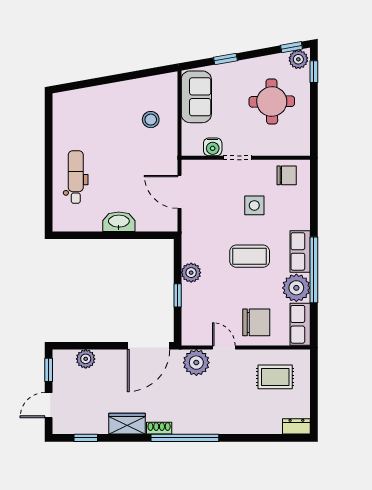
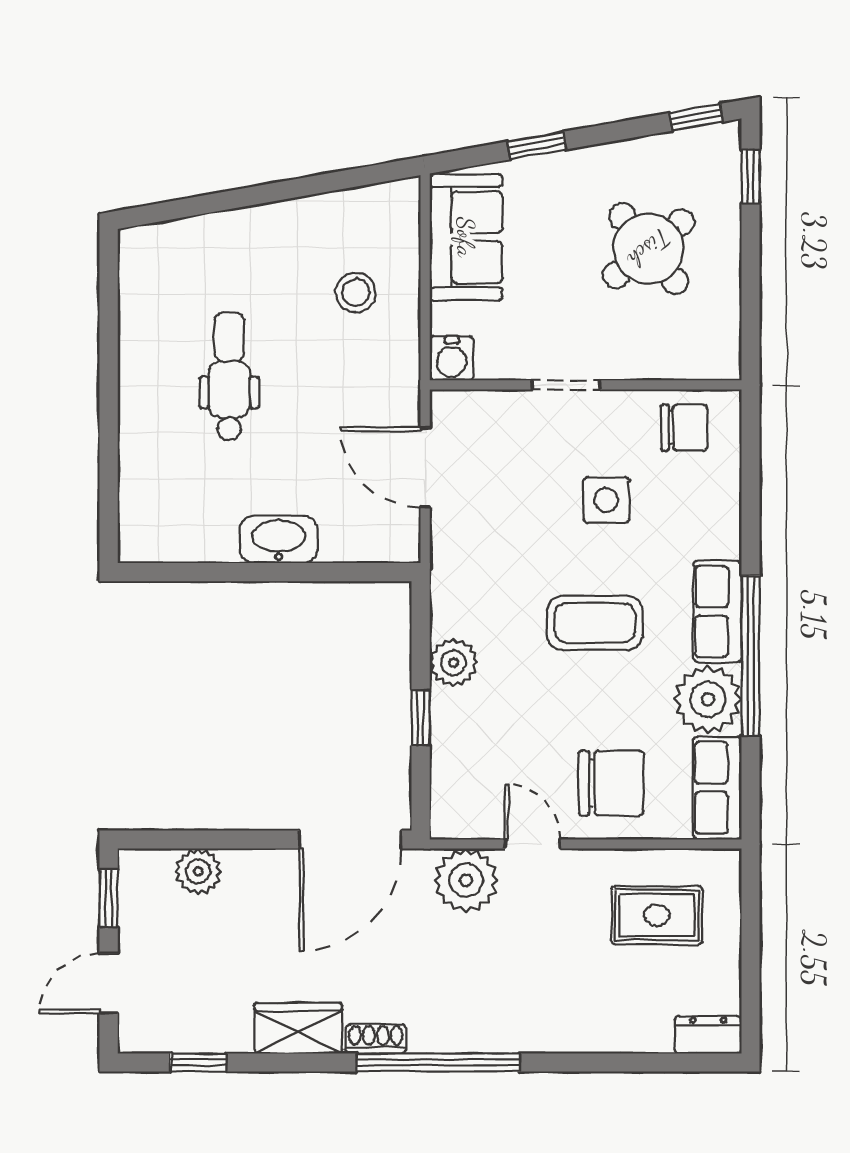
plant: (298, 59) -> (713, 147), removed
round table: (272, 102) -> (649, 249), turned -38
water cooler: (213, 147) -> (452, 358), moved
dental chair: (76, 177) -> (229, 377), moved

